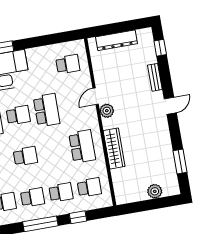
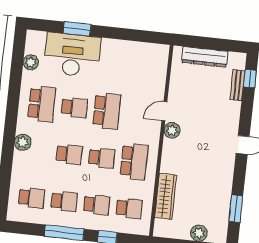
school desk: (68, 64) -> (102, 158), moved
bench: (155, 77) -> (237, 85), moved
wardrobe: (114, 148) -> (166, 196), moved

